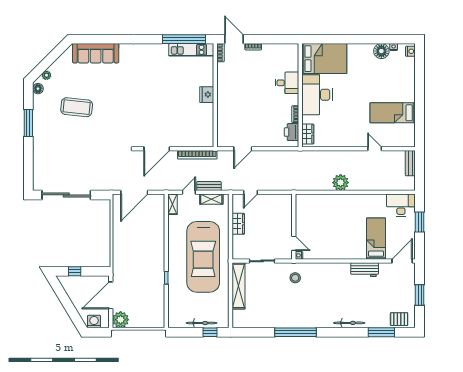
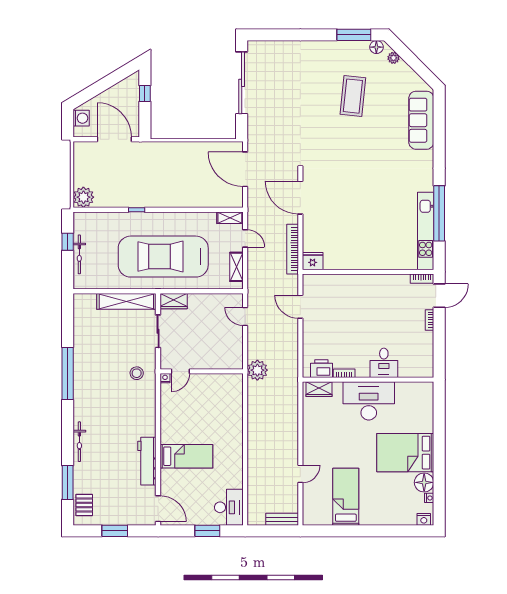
window: (184, 39) -> (439, 213), moved
kitchen unit: (191, 50) -> (426, 231), width x1.36
bed: (324, 59) -> (405, 453), moved, turned 90
fridge: (207, 95) -> (313, 261), moved
window: (28, 123) -> (354, 35), moved
plant: (341, 183) -> (257, 370), moved
bench: (209, 186) -> (253, 264), removed
wardrobe: (238, 224) -> (174, 301), moved
bed: (376, 239) -> (186, 456), moved
workbench: (365, 270) -> (147, 461), width x1.38
plant: (121, 320) -> (83, 197), moved
window: (210, 332) -> (68, 242), moved

